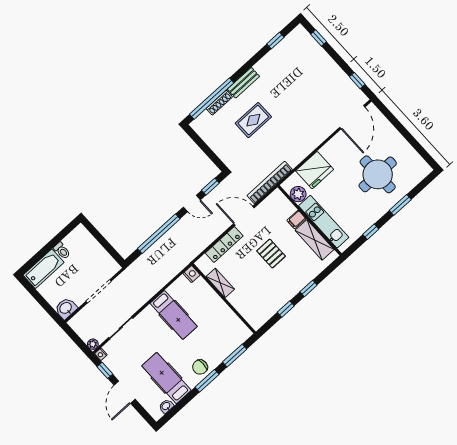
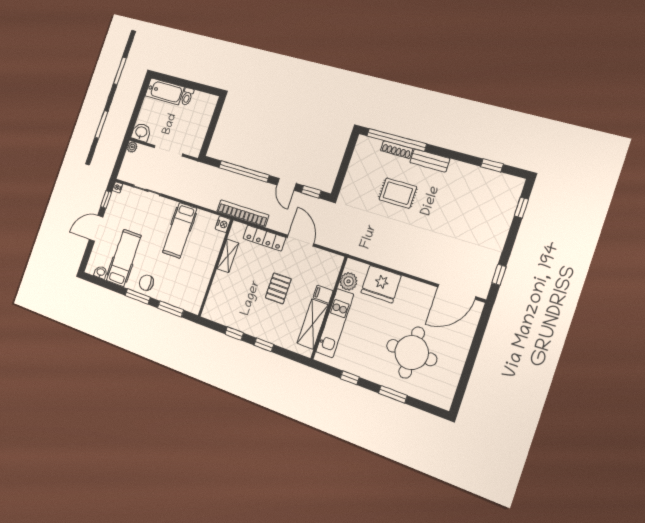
bookcase: (270, 183) -> (243, 213), moved
plant: (93, 344) -> (132, 147), moved

